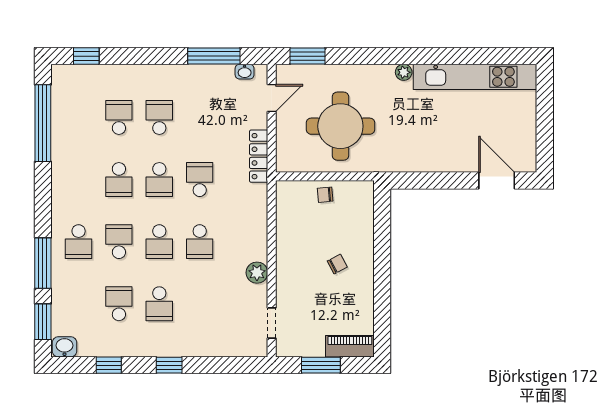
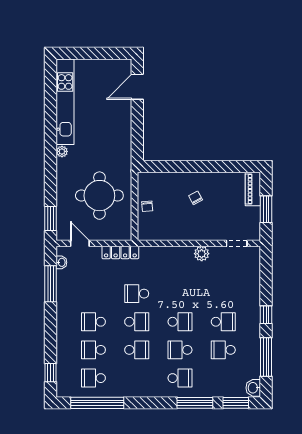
school desk: (200, 242) -> (93, 378), moved, turned 180
window: (109, 365) -> (266, 357), width x2.17

